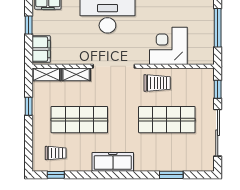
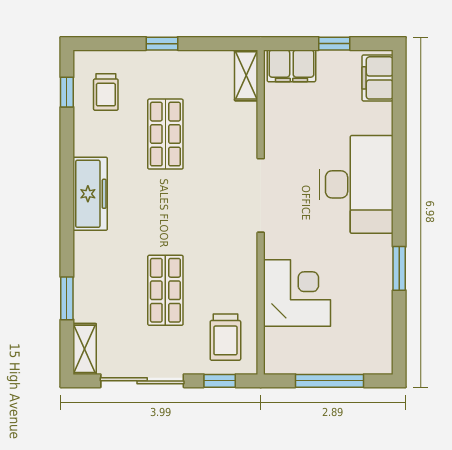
shelving: (76, 74) -> (85, 349), moved
trolley: (157, 83) -> (225, 337), moved
window: (29, 106) -> (162, 44), moved
shop shelf: (79, 120) -> (165, 134), width x0.70, depth x0.74
shop shelf: (167, 120) -> (165, 290), width x0.70, depth x0.74

